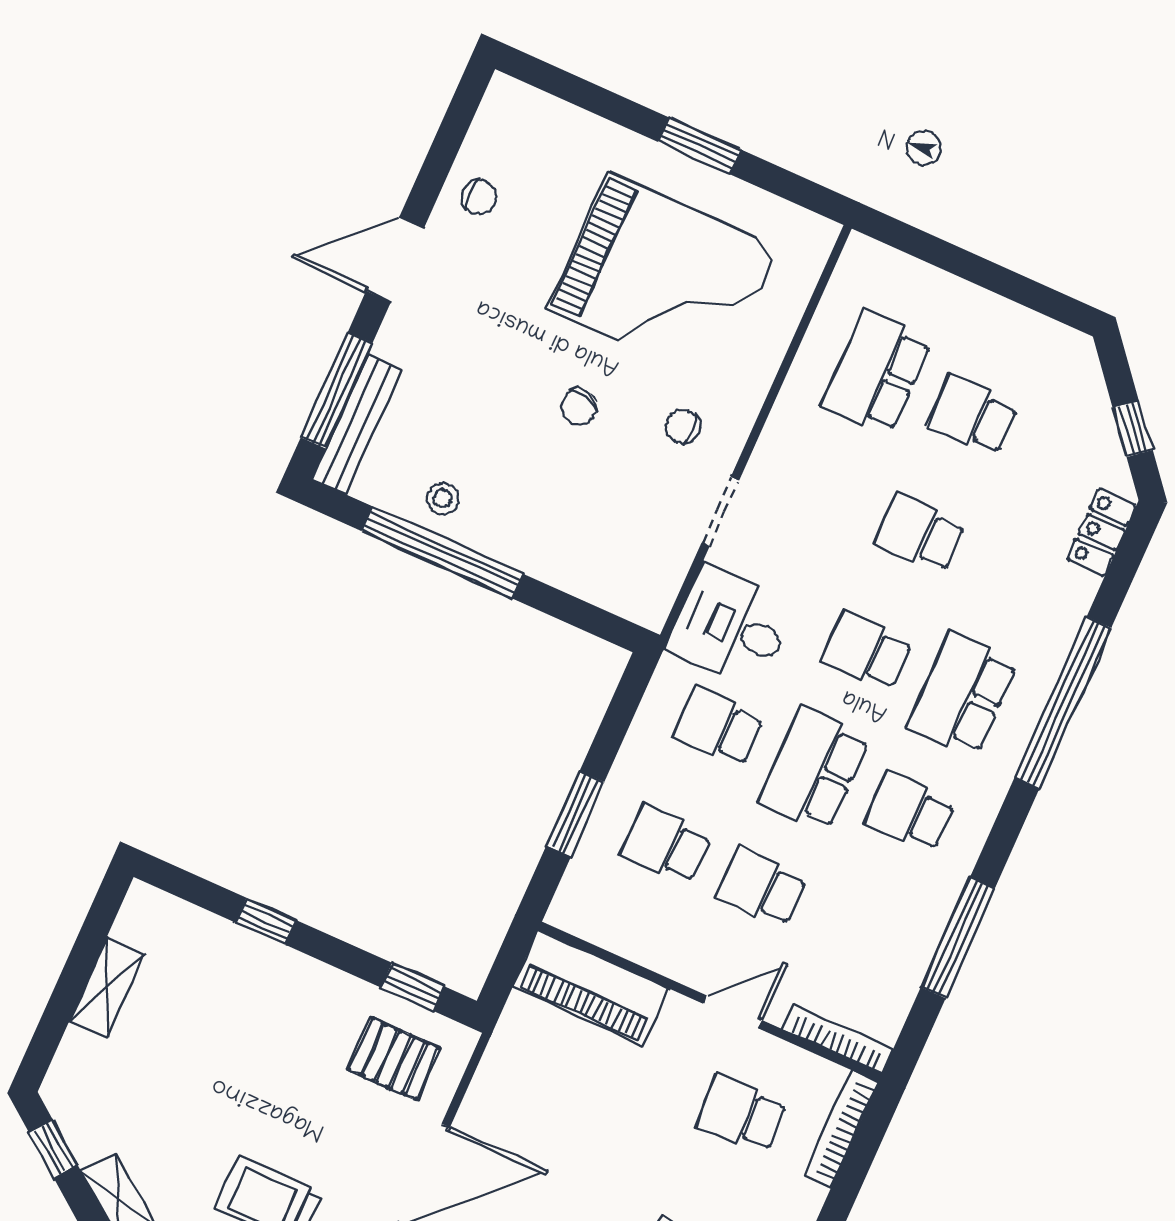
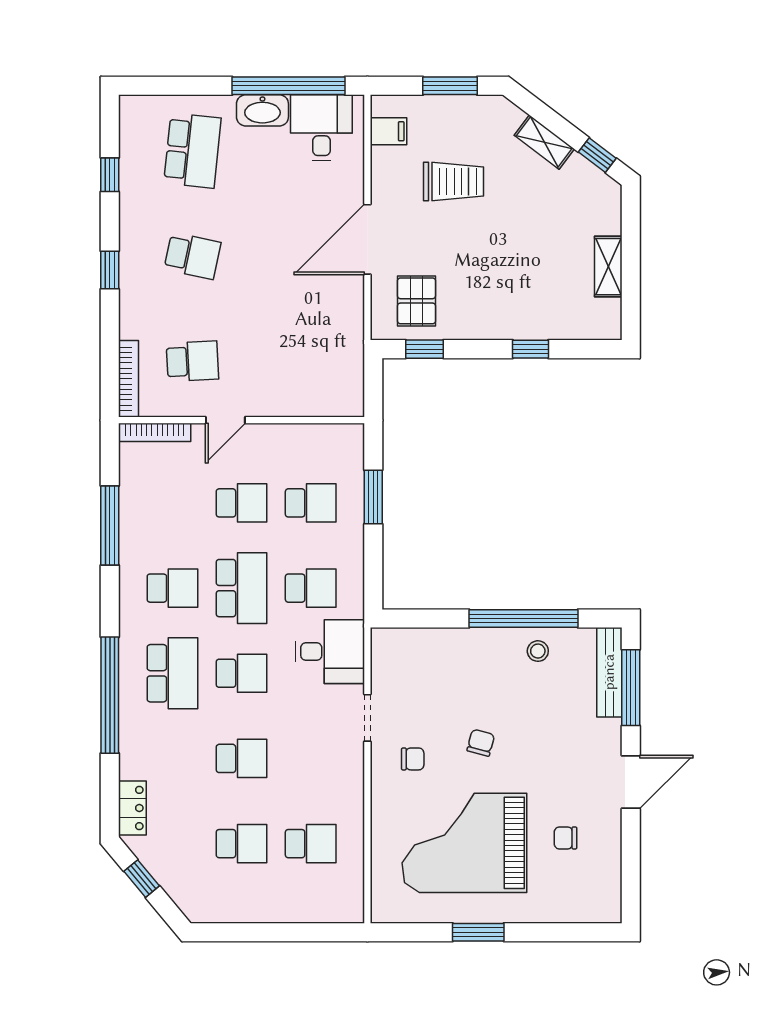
chair: (479, 198) -> (565, 838), moved
school desk: (877, 372) -> (311, 844), width x0.54
piano: (591, 988) -> (317, 397), removed
pallet: (394, 1059) -> (416, 301), turned 90

